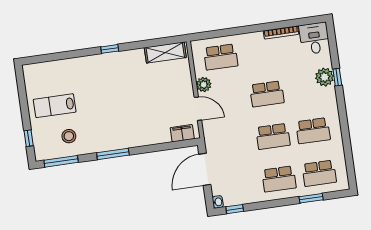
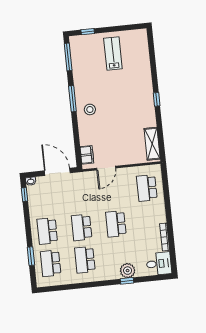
plant: (204, 85) -> (125, 173), removed
stool: (69, 136) -> (90, 109), moved

